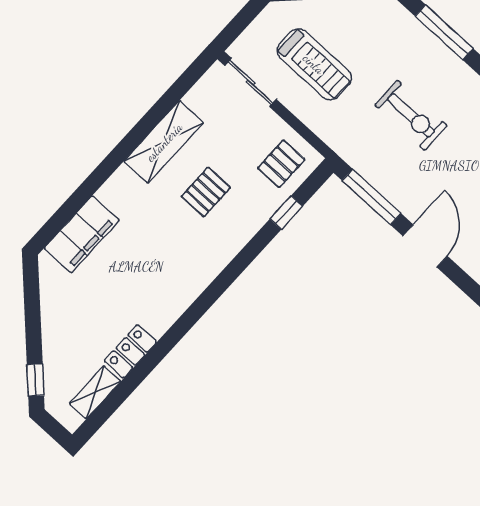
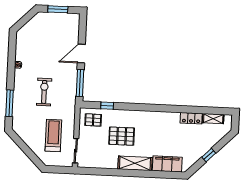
shelving: (164, 142) -> (135, 163), moved
pallet: (206, 192) -> (122, 136), width x1.50, depth x1.42
window: (35, 380) -> (209, 155), moved

